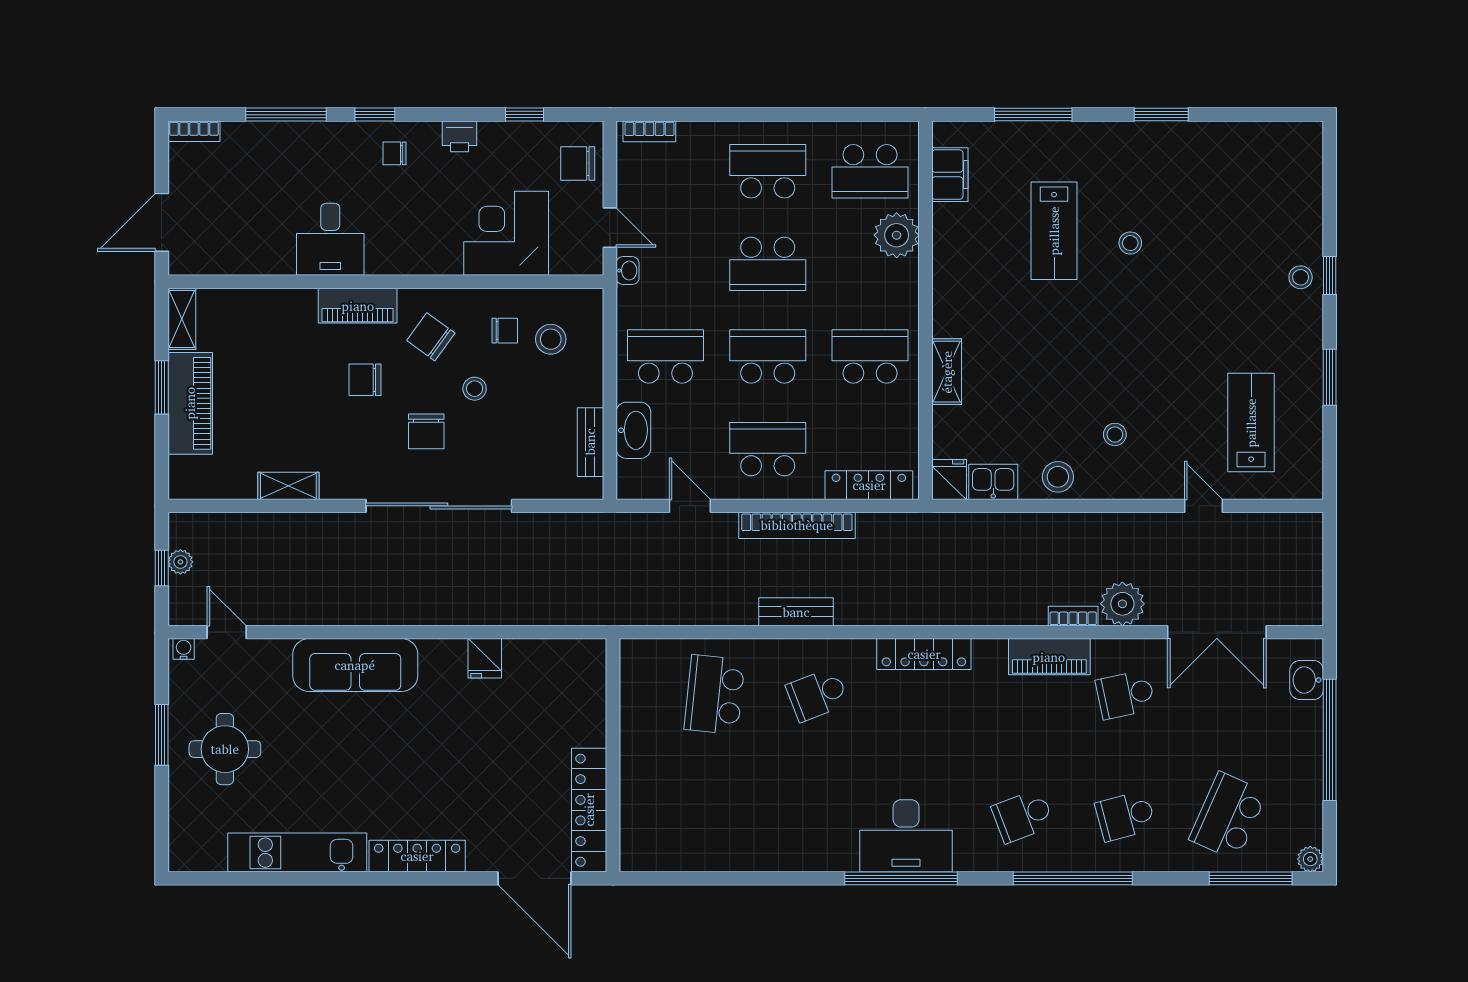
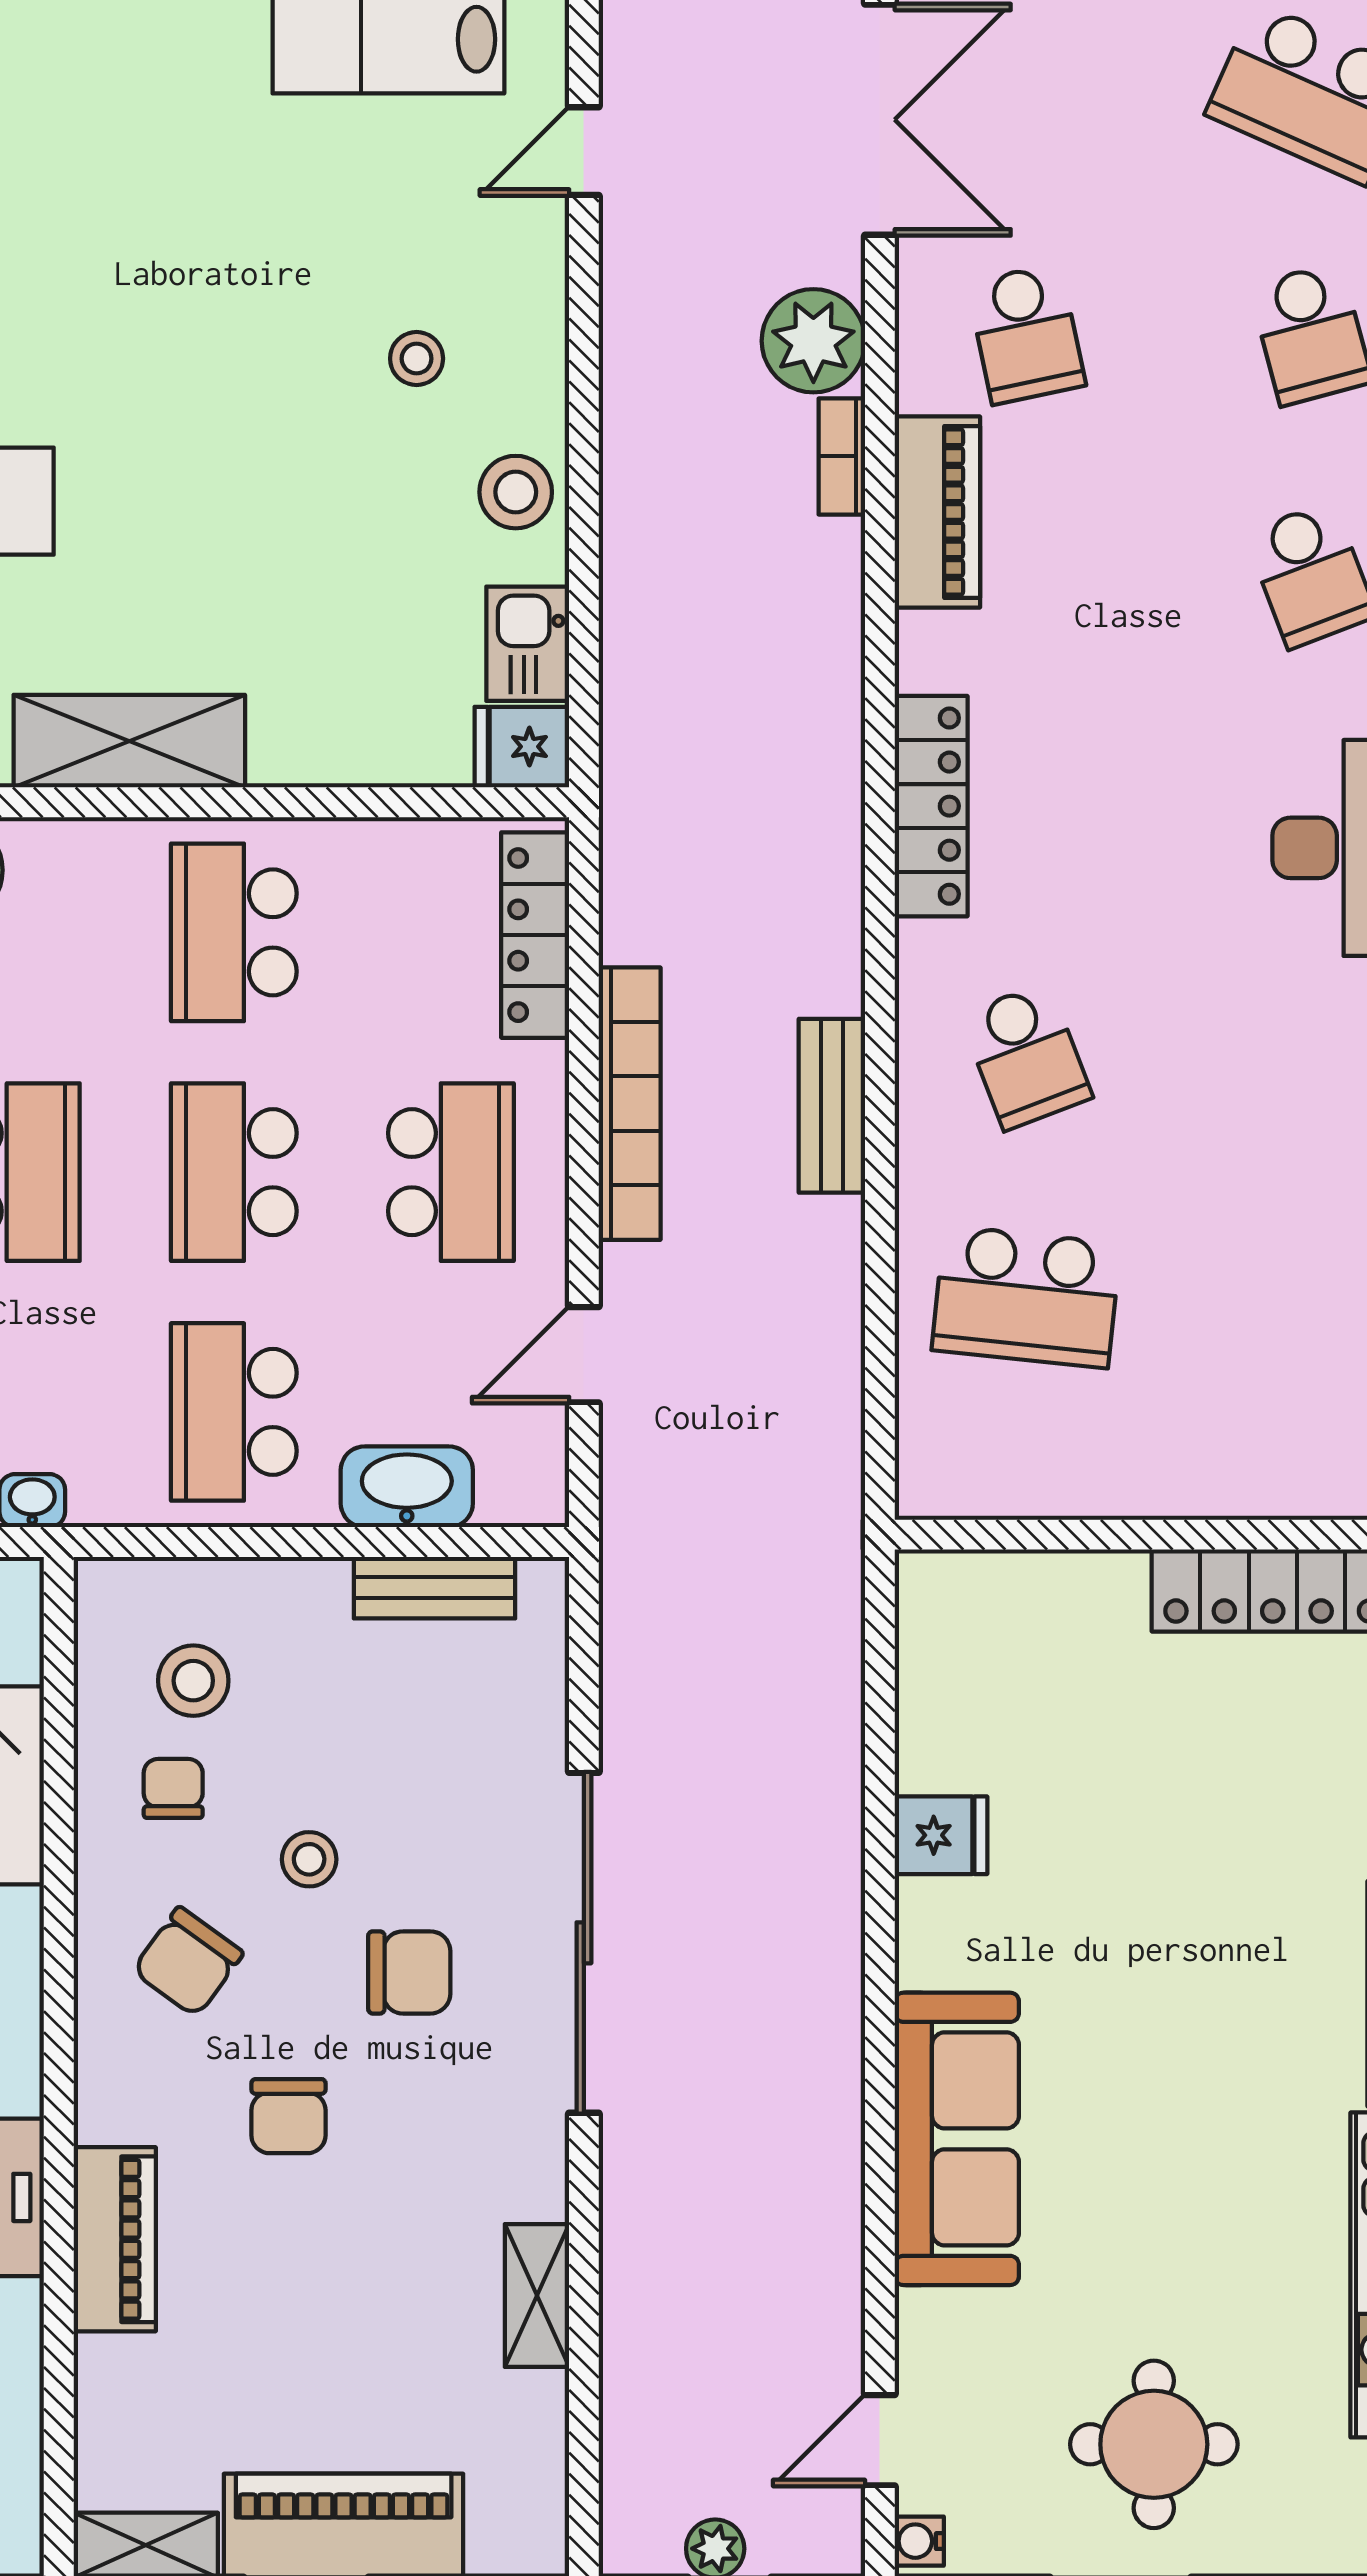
piano: (358, 306) -> (115, 2239), moved
shelving: (947, 372) -> (129, 741), moved, width x1.50, depth x1.33
school desk: (768, 449) -> (451, 1172), turned 180

